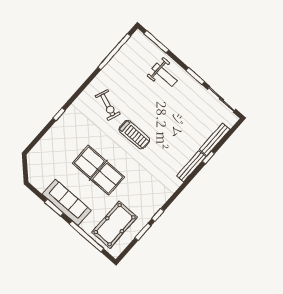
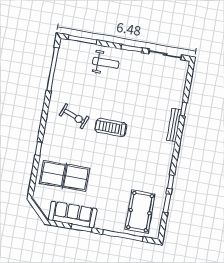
treadmill: (134, 135) -> (111, 127), turned 180
bench: (215, 139) -> (180, 91), removed
table tennis table: (98, 170) -> (64, 176), moved
sofa: (67, 202) -> (73, 214), moved

